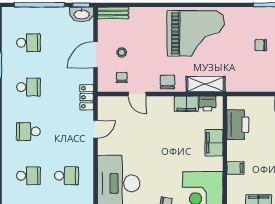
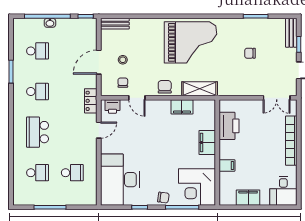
washbasin: (82, 14) -> (50, 23), moved, width x0.52, depth x0.69
printer: (207, 103) -> (112, 106), moved
school desk: (28, 131) -> (38, 132), width x1.85

